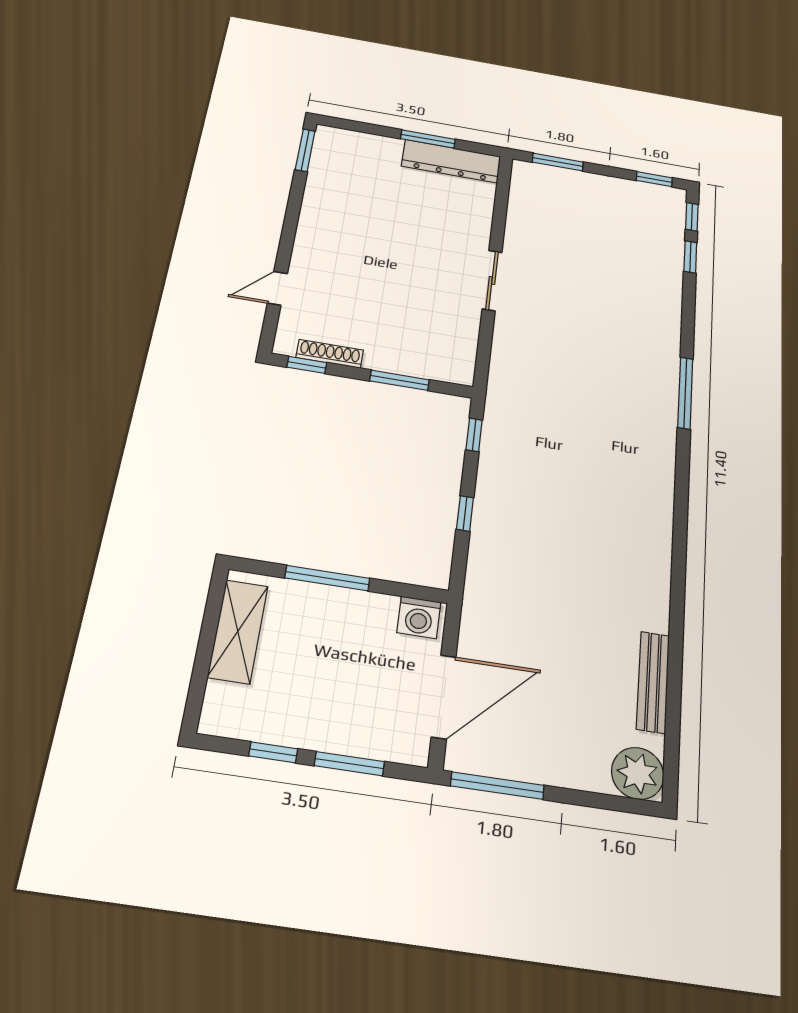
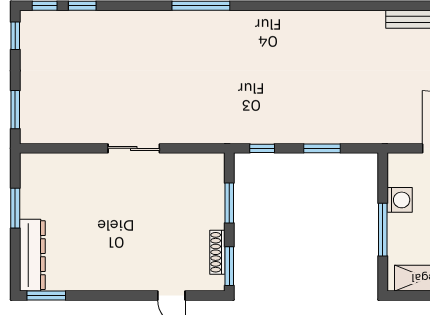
dresser: (451, 161) -> (32, 255), moved
window: (307, 365) -> (229, 266), width x1.50
window: (465, 513) -> (322, 148), width x1.50
washing machine: (419, 617) -> (400, 200), moved

